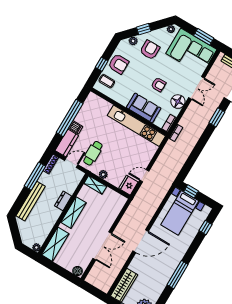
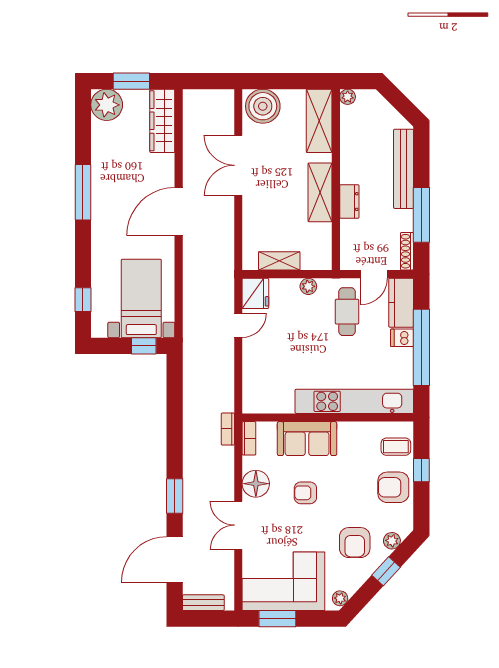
kitchen unit: (136, 126) -> (354, 401), moved
shelving: (95, 185) -> (279, 261), moved
boiler: (78, 271) -> (263, 106), width x1.86, depth x1.86

